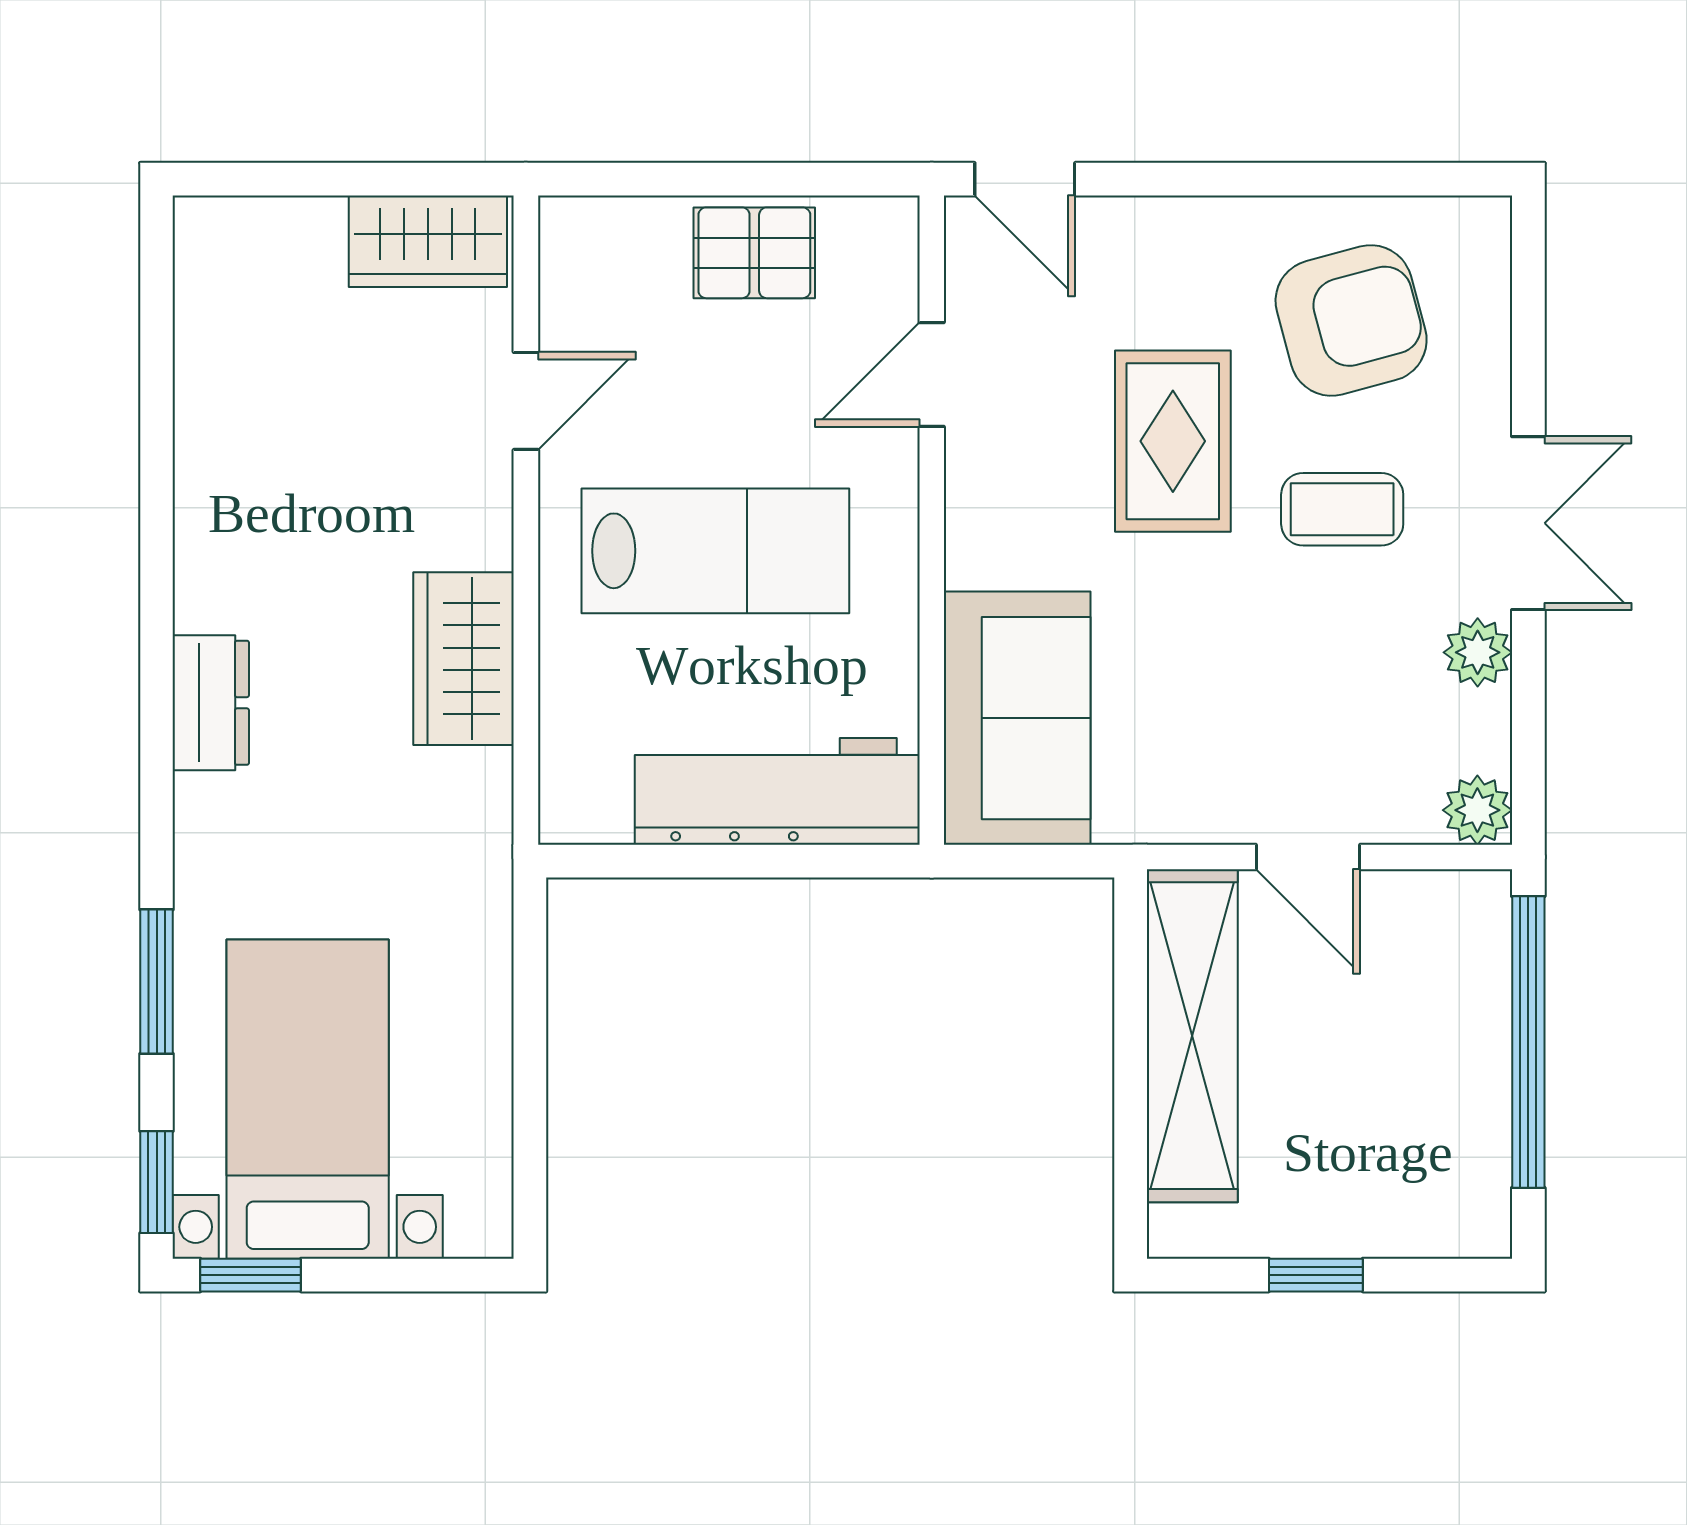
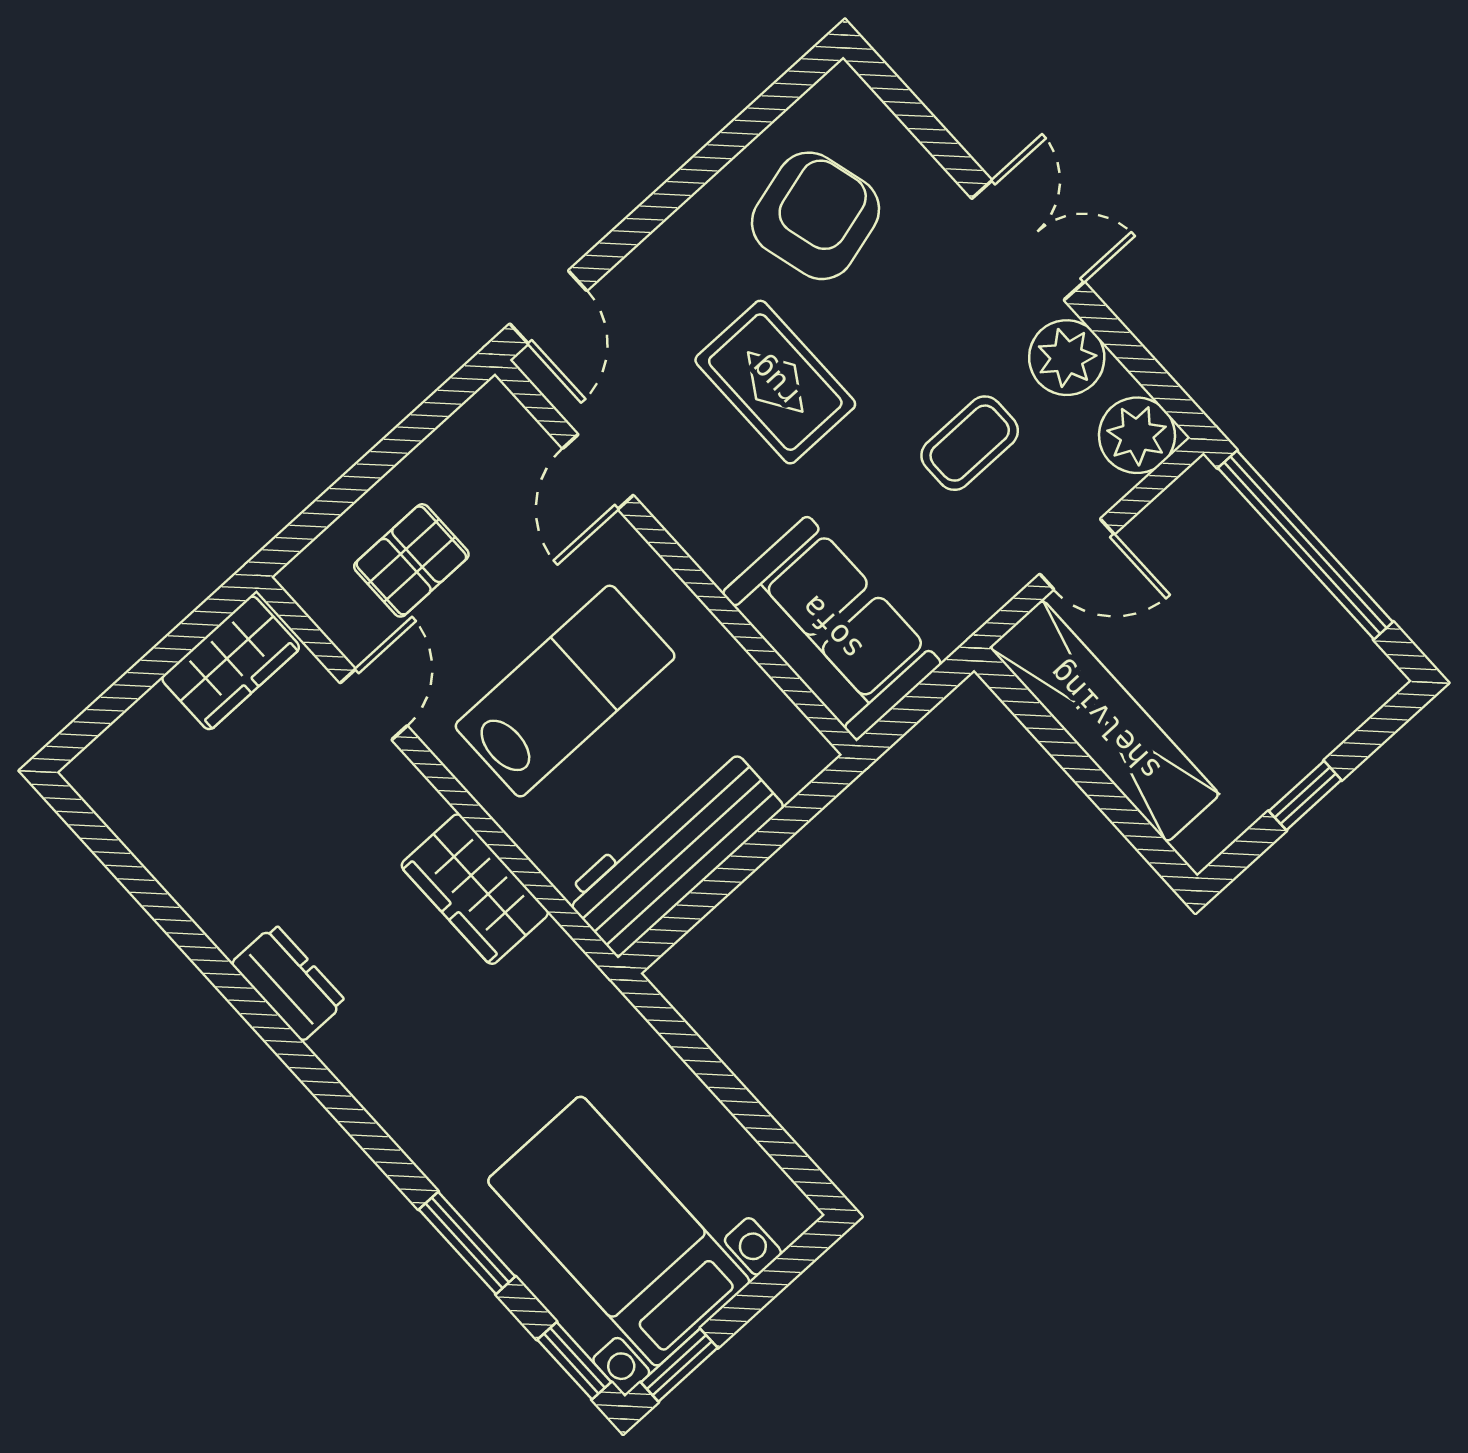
door: (1025, 179) -> (548, 307), hinge flipped
pallet: (754, 253) -> (411, 560), moved
coffee table: (1342, 509) -> (970, 443), moved
plant: (1478, 652) -> (1067, 358), width x1.38, depth x1.38
dresser: (211, 703) -> (289, 983), moved
workbench: (777, 791) -> (673, 851), moved
plant: (1477, 810) -> (1137, 435), width x1.38, depth x1.38

